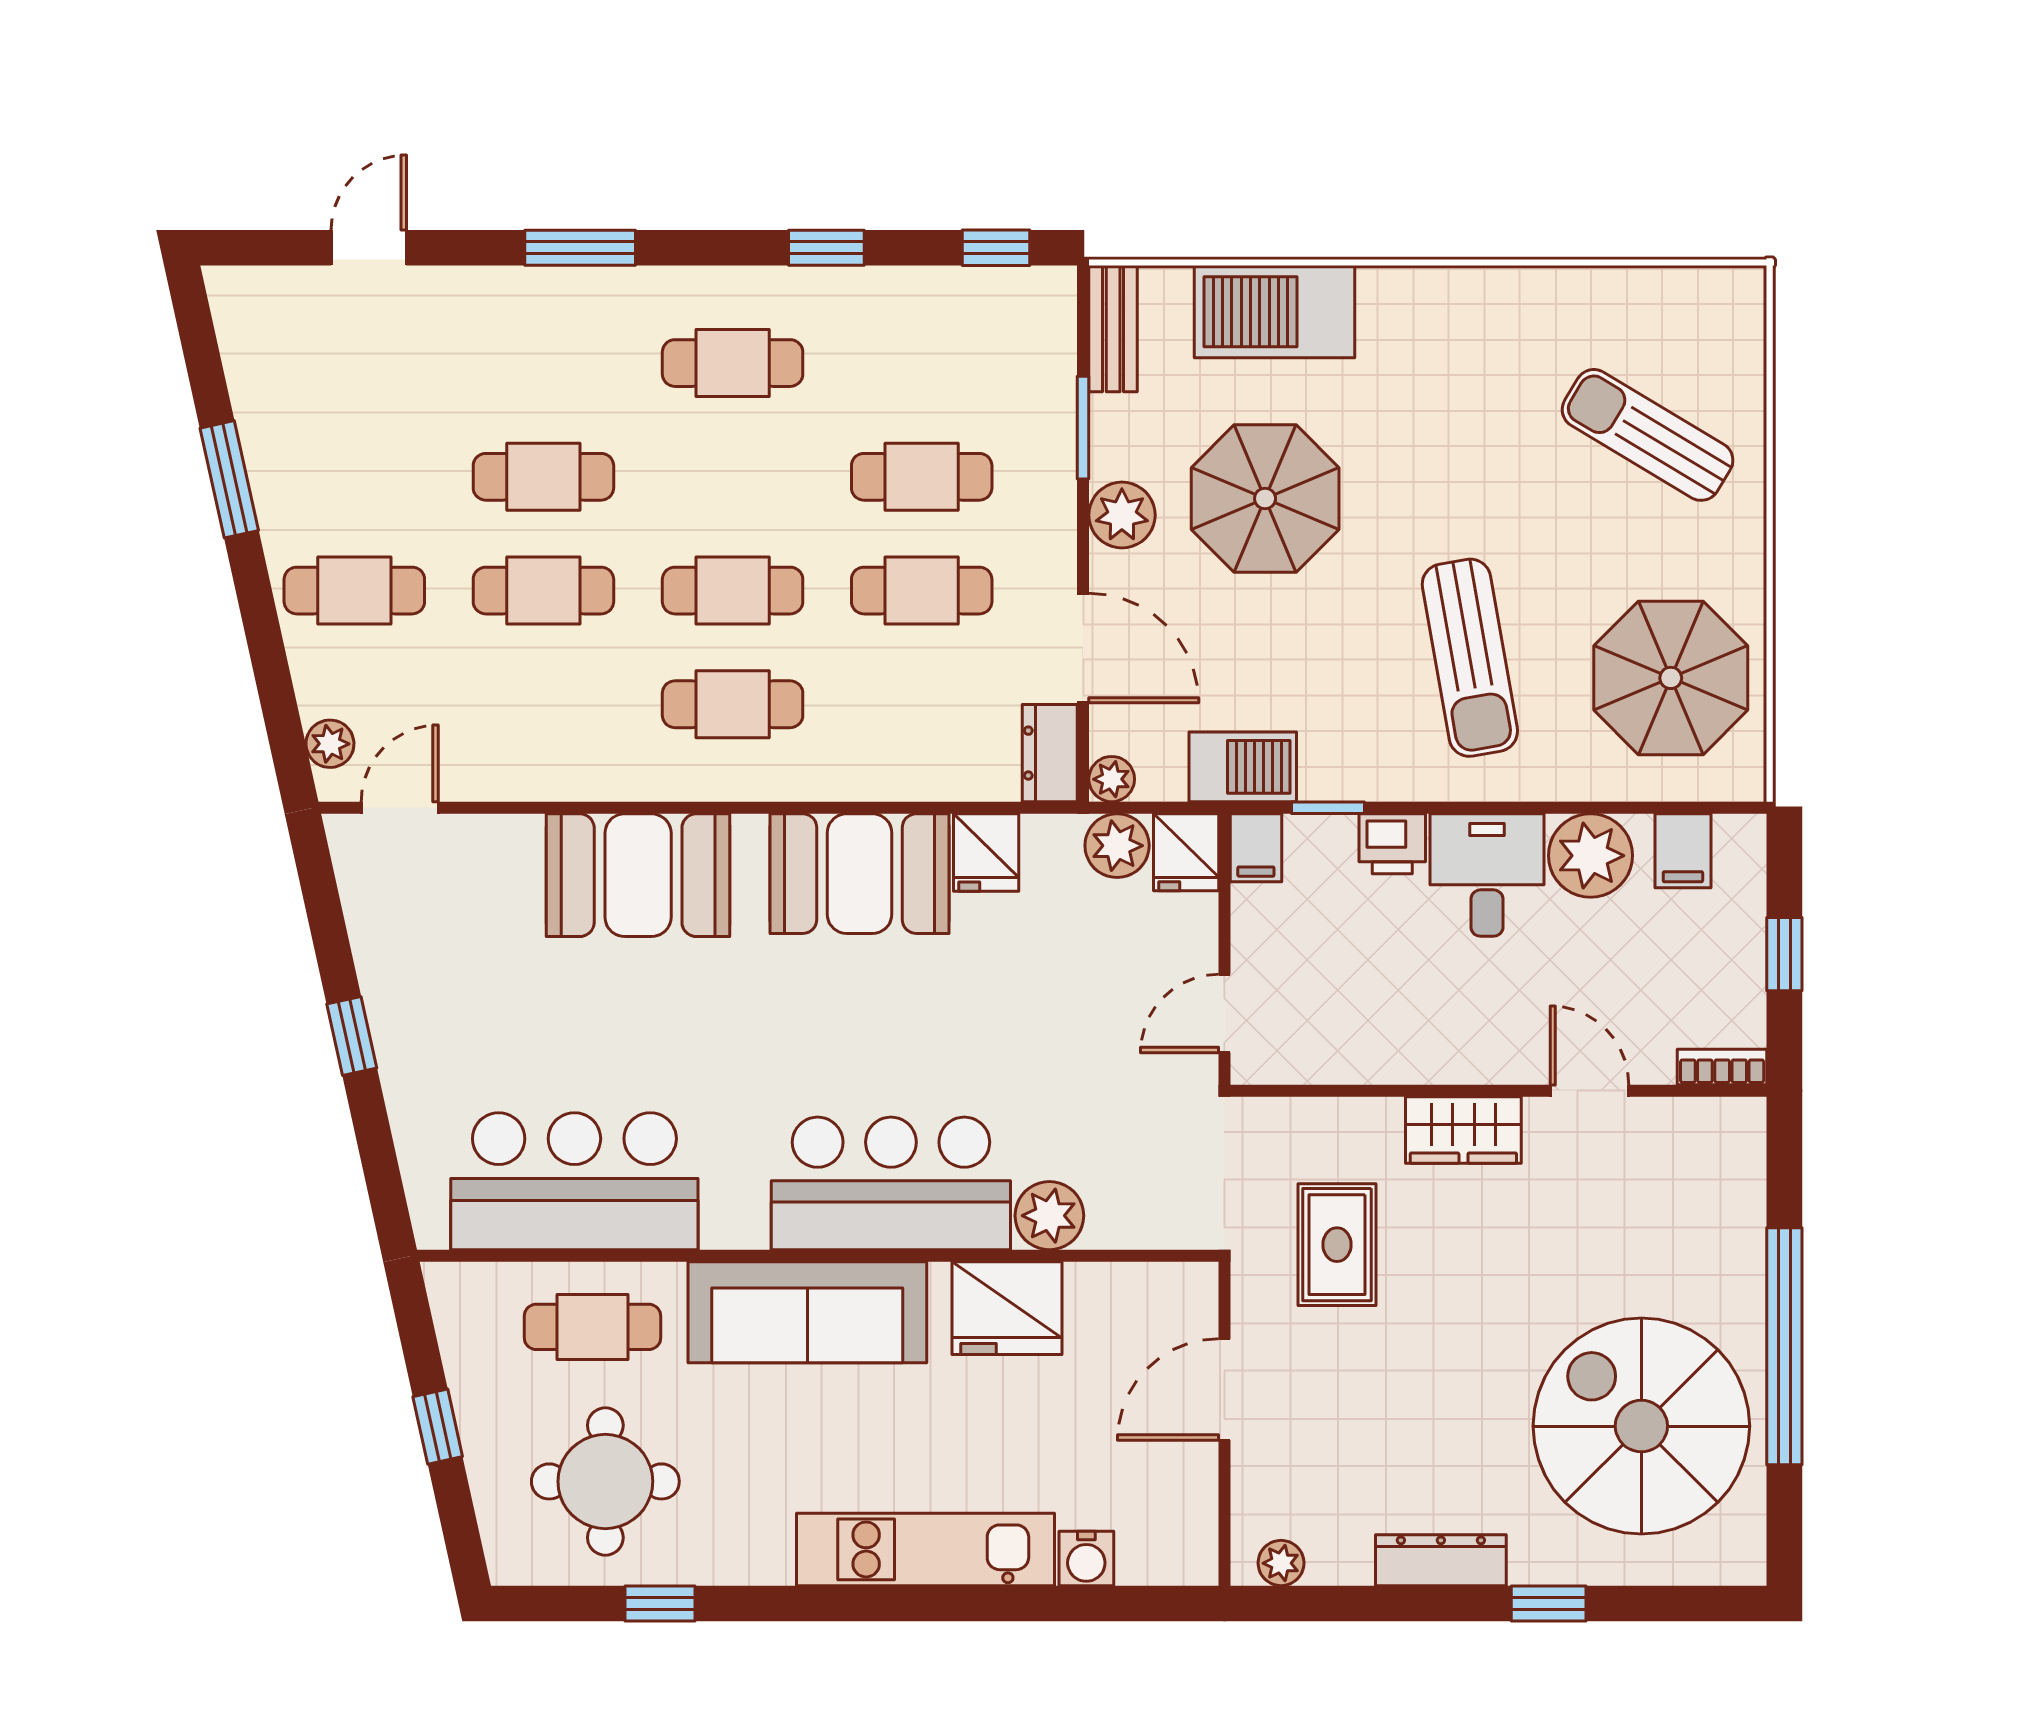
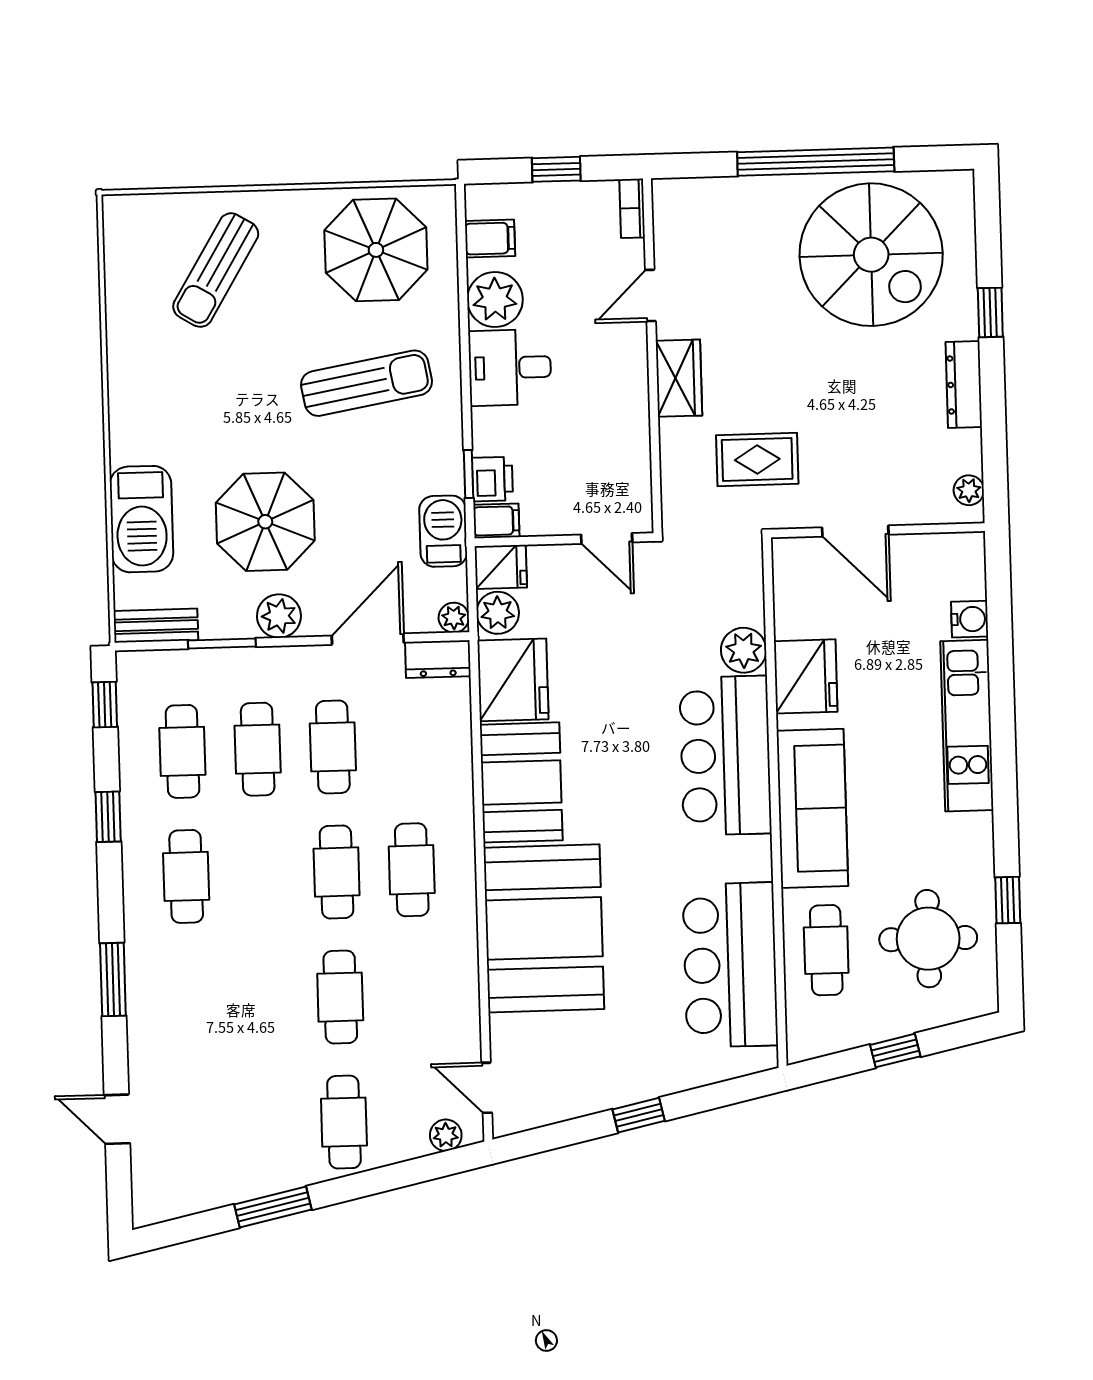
cafe table: (543, 477) -> (182, 751), moved
printer: (1392, 844) -> (492, 479), moved
fridge: (986, 852) -> (513, 680), width x1.88, depth x1.34
booth: (638, 875) -> (544, 928), width x1.36, depth x1.42
spiral stairs: (1641, 1426) -> (871, 255), turned -90

